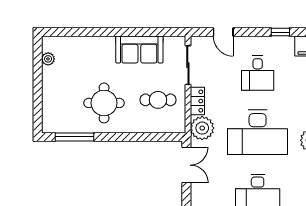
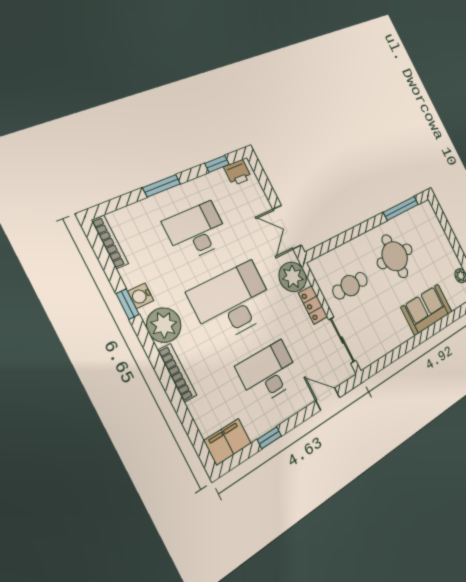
sofa: (139, 50) -> (427, 310), moved
desk: (258, 73) -> (269, 373), width x1.37

